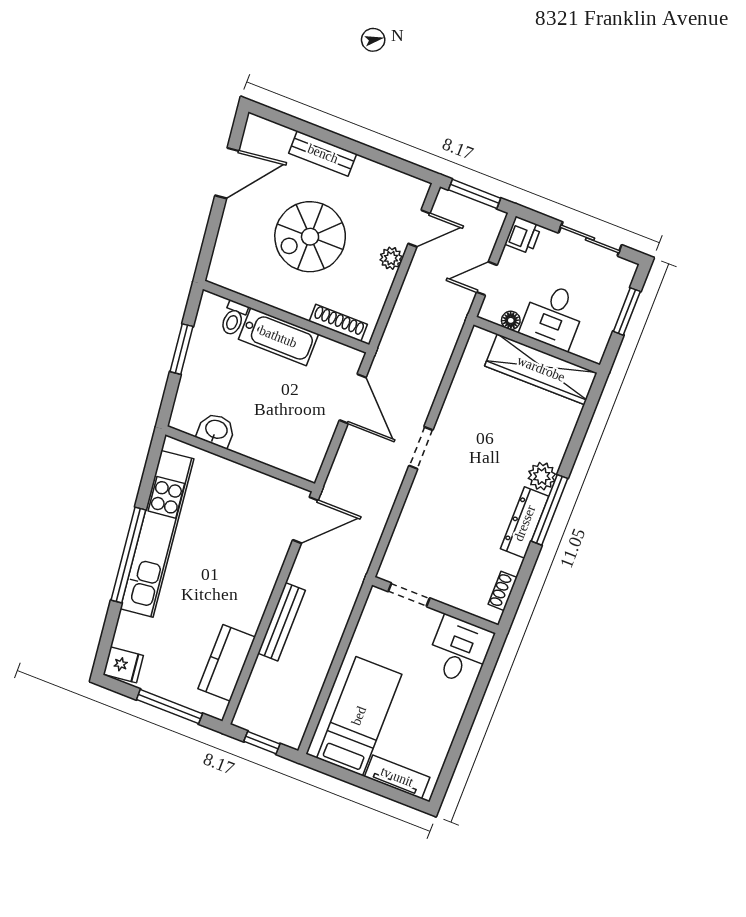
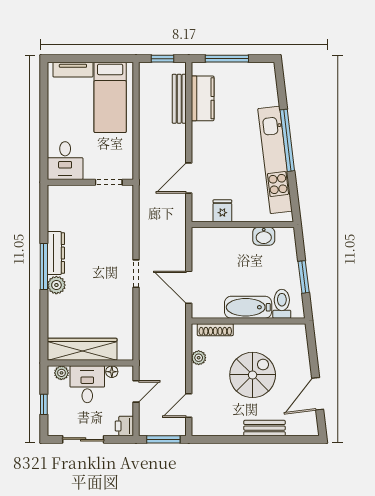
plant: (391, 258) -> (199, 358), moved
window: (627, 311) -> (44, 404), width x0.67
toilet: (234, 318) -> (282, 304), width x1.37, depth x1.39
plant: (584, 347) -> (61, 373), added
door: (305, 520) -> (189, 178), moved
shoe rack: (503, 591) -> (53, 207), removed
bench: (282, 622) -> (179, 99), moved
fridge: (123, 665) -> (222, 211), moved, turned 97

